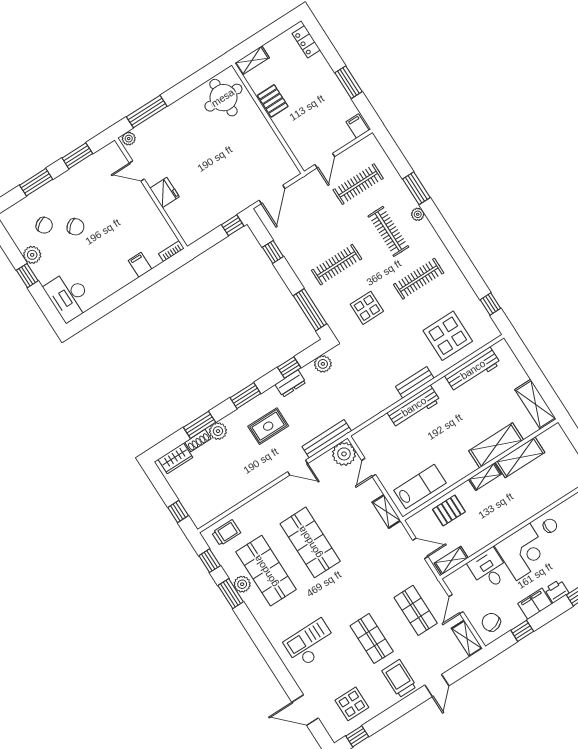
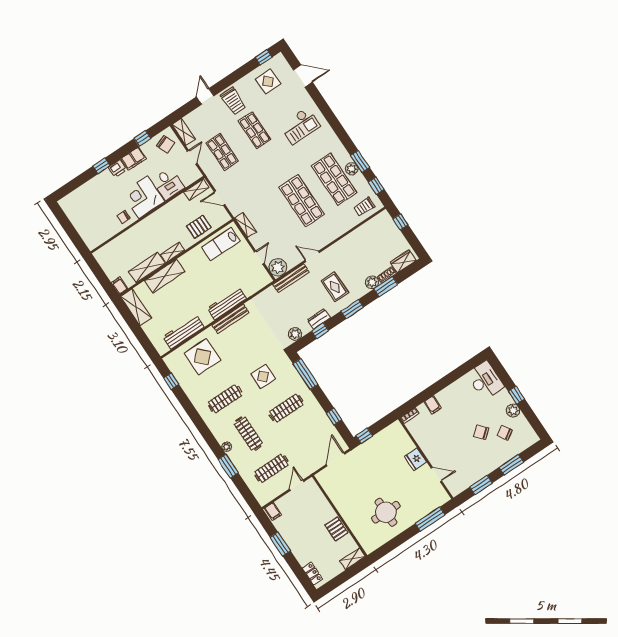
round table: (223, 98) -> (386, 512), moved
plant: (129, 139) -> (443, 499), removed
bench: (415, 382) -> (230, 319), width x1.36
rug: (268, 426) -> (335, 287), turned 90
filing cabinet: (557, 434) -> (119, 286), added

